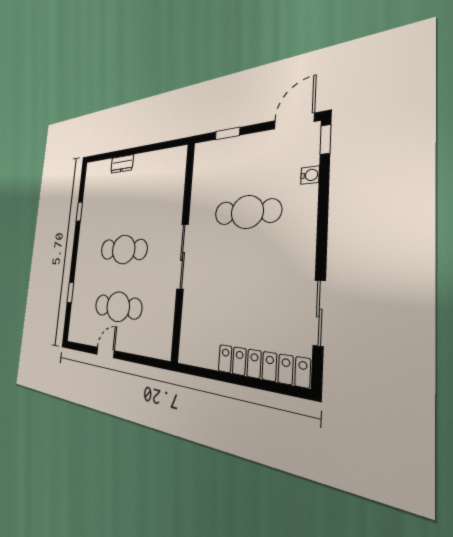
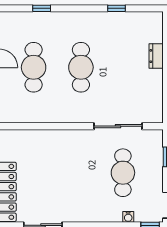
cafe table: (247, 212) -> (123, 173), moved
sliding door: (183, 256) -> (118, 126), moved

